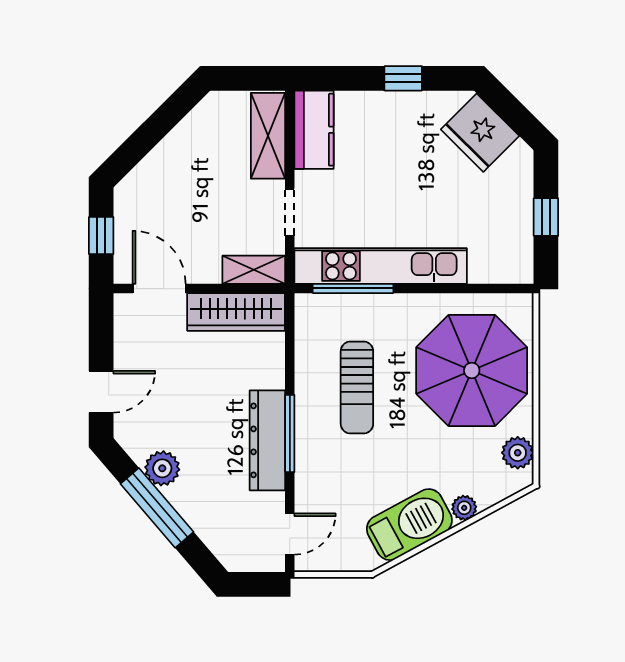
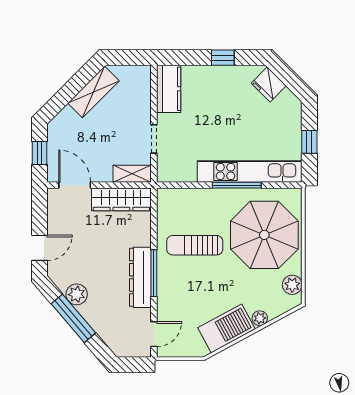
fridge: (480, 133) -> (269, 84), width x0.73, depth x0.75
shelving: (268, 136) -> (93, 92), moved, turned 45
kitchen unit: (381, 266) -> (250, 171), moved
window: (353, 288) -> (237, 185), moved
sun lounger: (357, 387) -> (195, 245), turned 90

